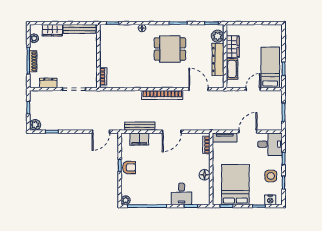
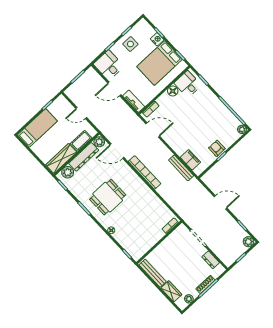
wardrobe: (233, 47) -> (61, 158), width x1.50
dining table: (170, 49) -> (108, 197), turned 90
bed: (270, 67) -> (37, 128), moved, turned 180
plant: (218, 82) -> (99, 142), added
door: (199, 89) -> (117, 151), hinge flipped
door: (101, 132) -> (220, 202), moved
door: (172, 132) -> (153, 130), moved
desk: (182, 194) -> (188, 84), moved, turned -90
nightstand: (270, 200) -> (157, 39), moved

